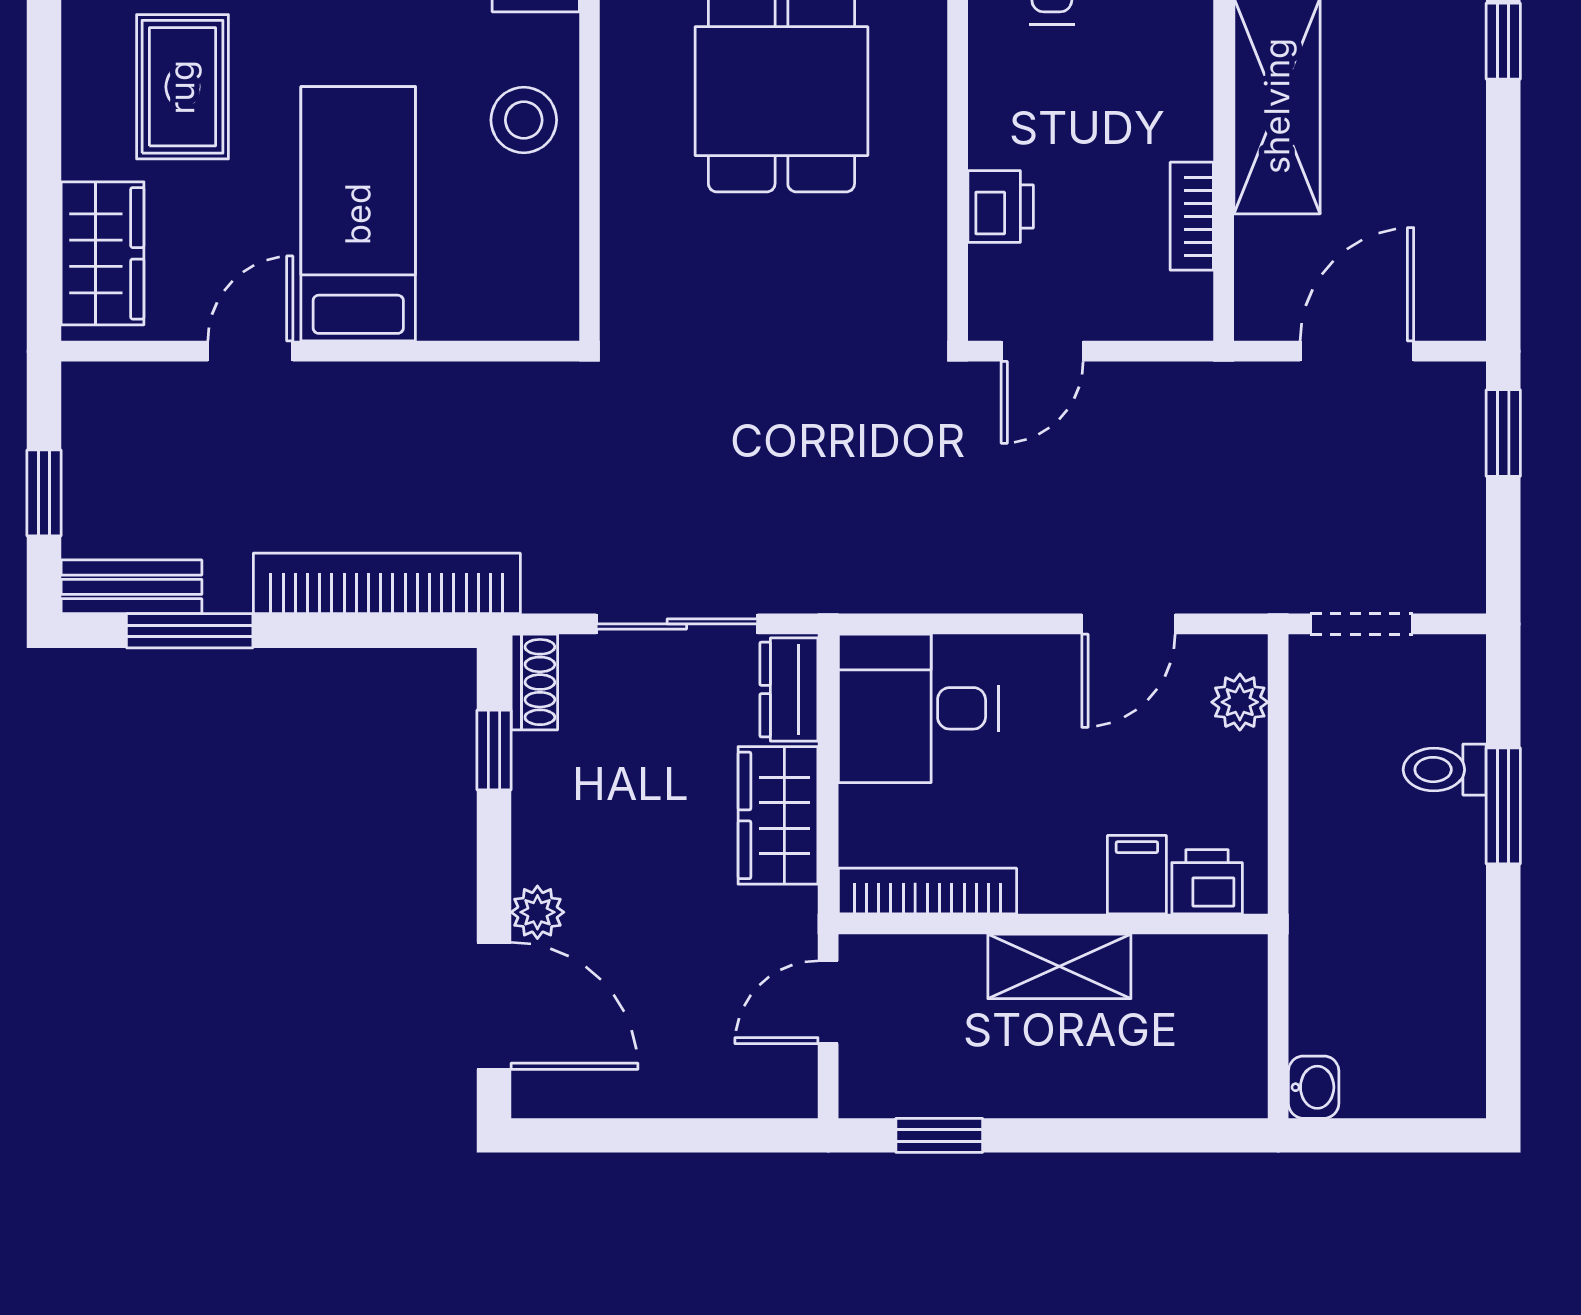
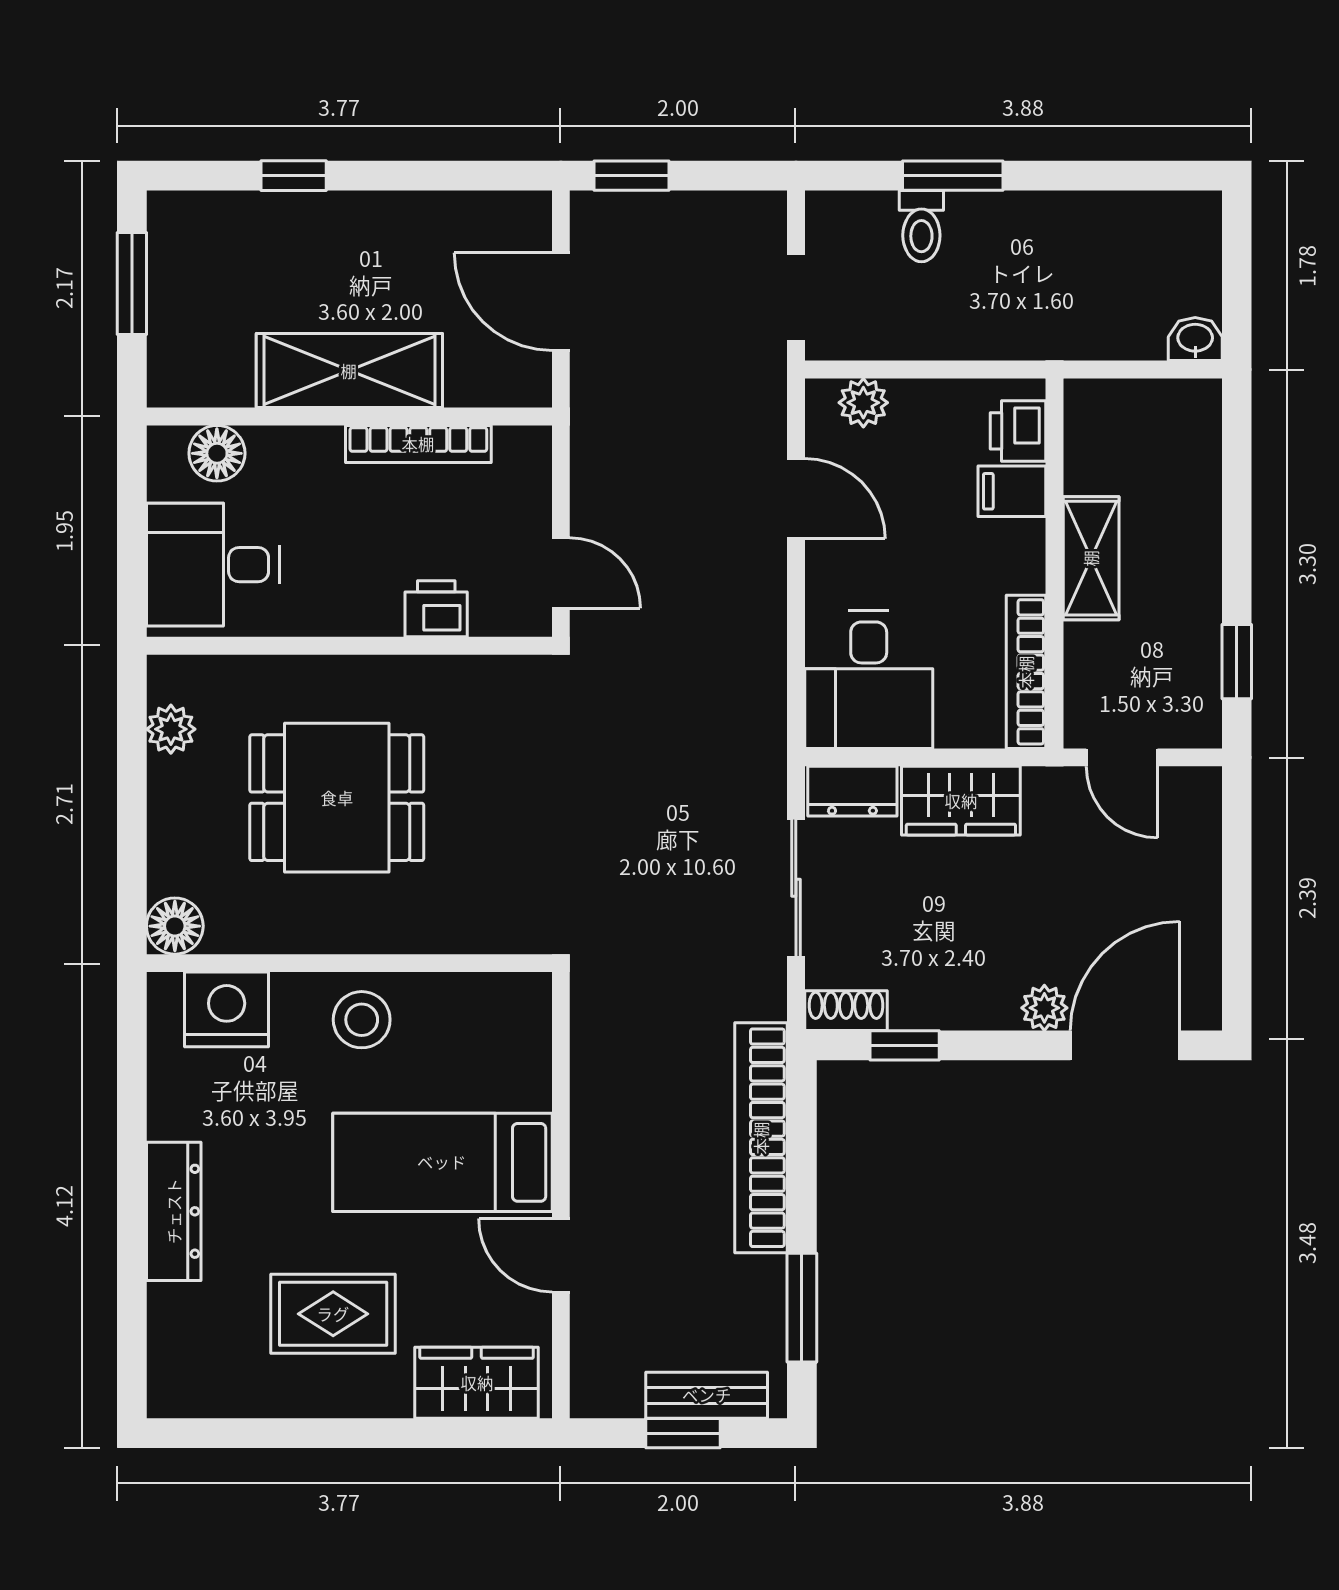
bookcase: (1192, 216) -> (418, 444), width x1.56
bench: (131, 587) -> (707, 1395), moved, turned 90

